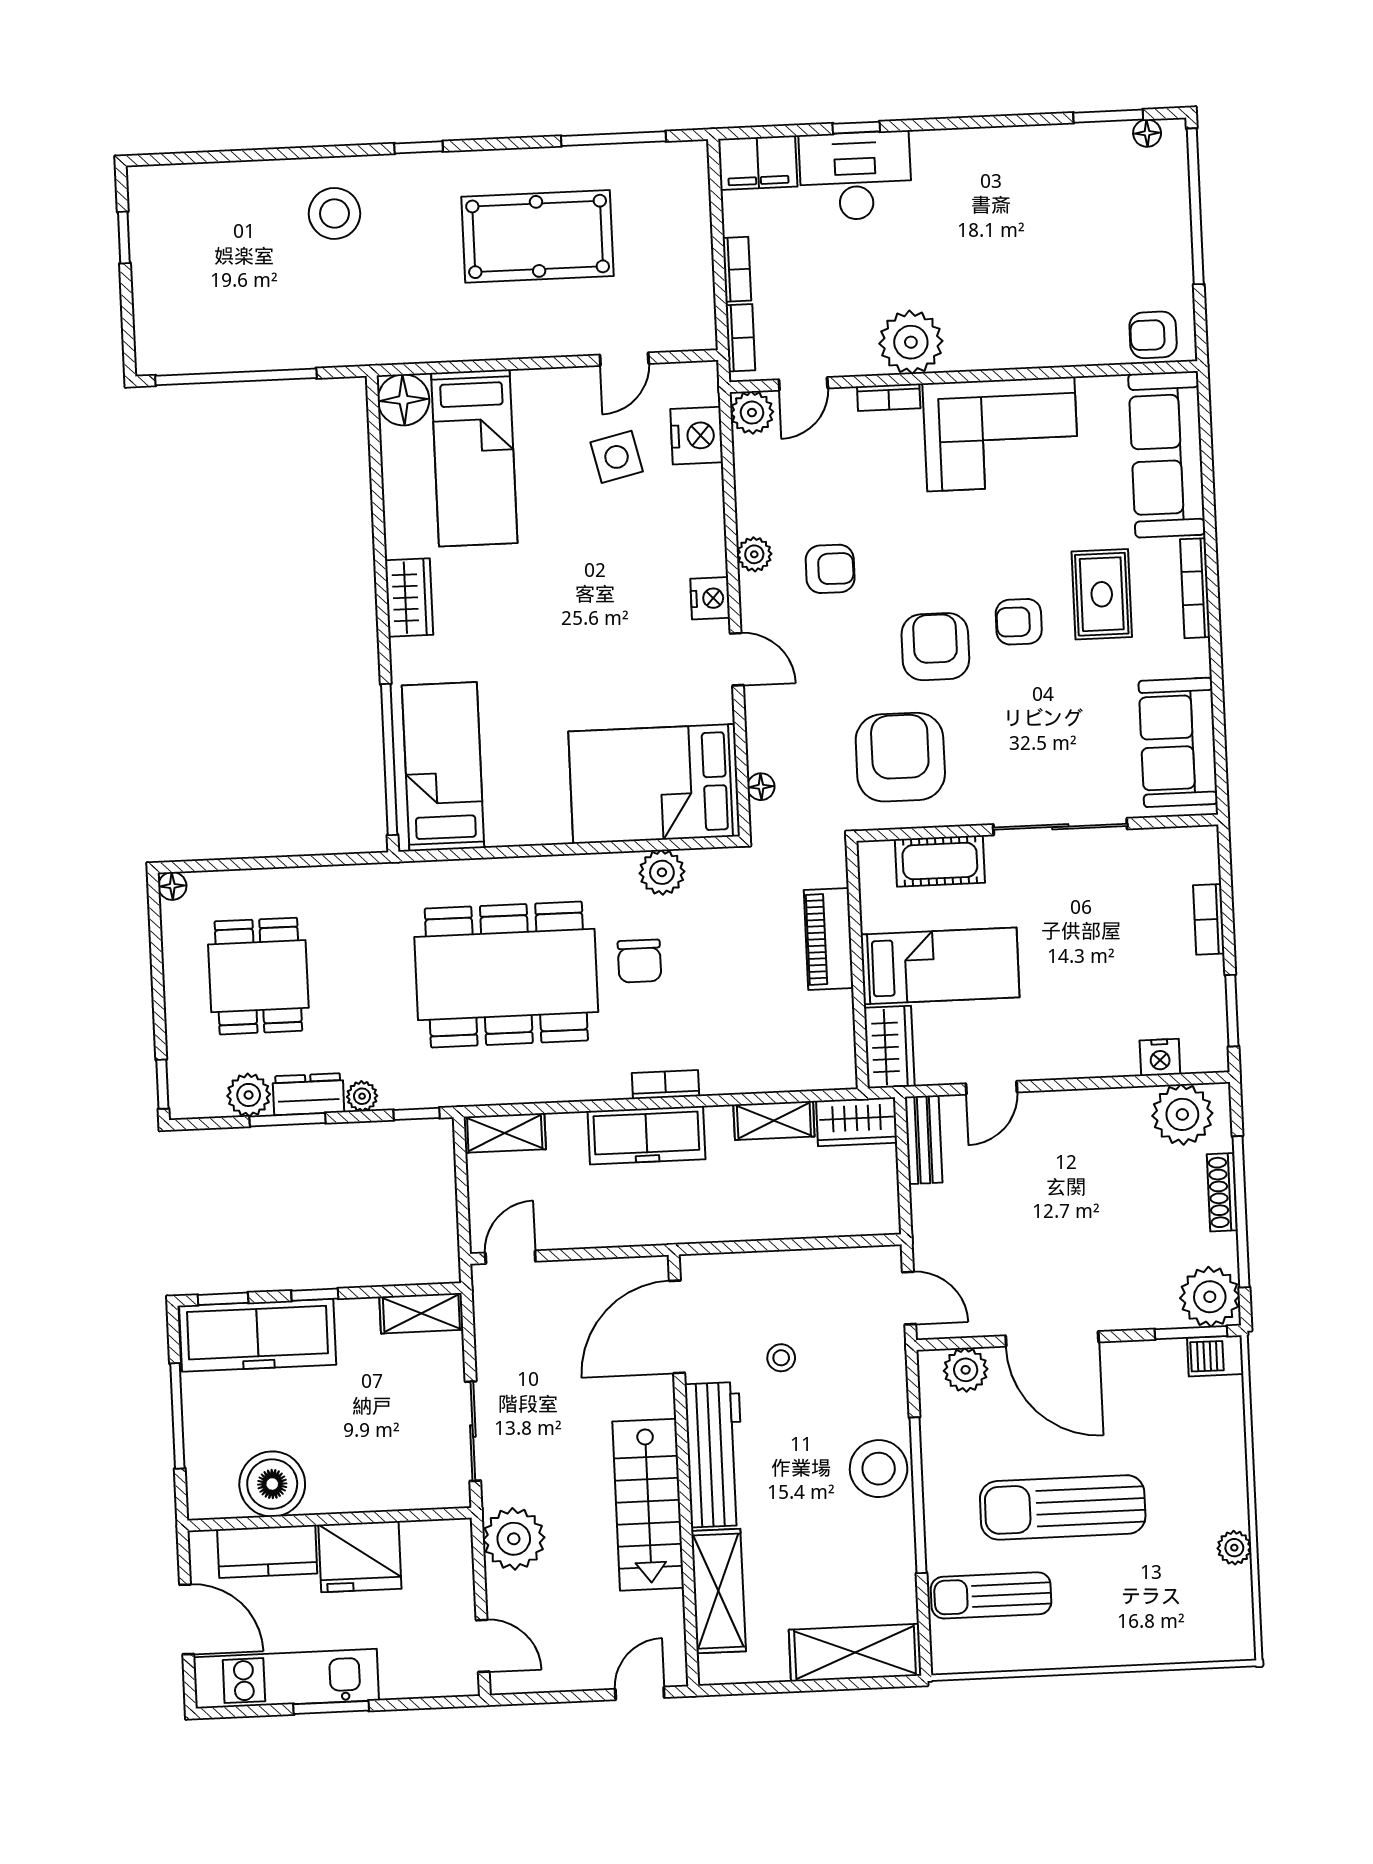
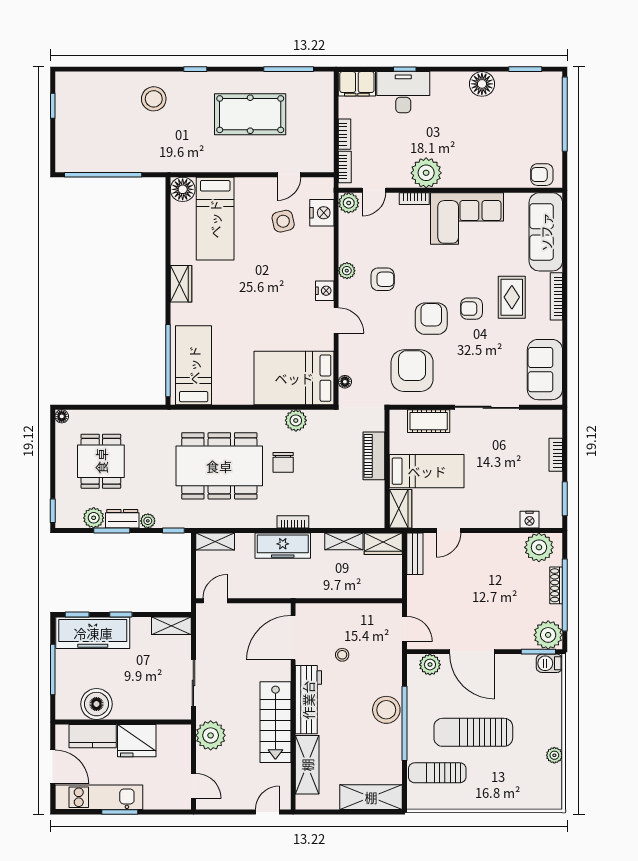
floor lamp: (1147, 133) -> (482, 84), moved, width x1.89, depth x1.89

